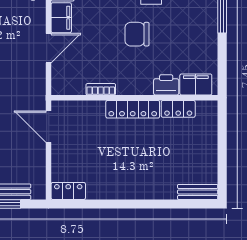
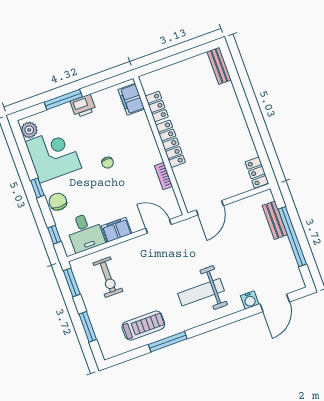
chair: (137, 34) -> (108, 163), width x0.54, depth x0.54
door: (49, 48) -> (158, 226), moved
printer: (166, 85) -> (83, 106), moved, turned -90

